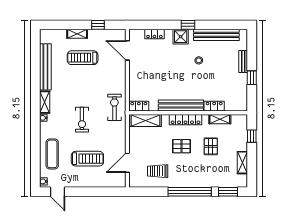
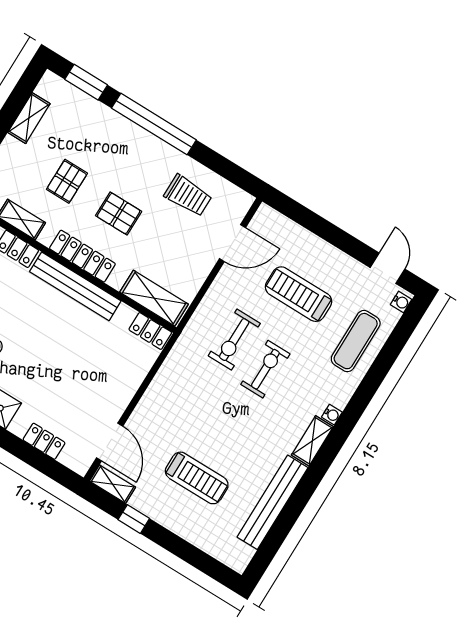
shelving: (77, 34) -> (112, 484), moved
exercise bike: (114, 107) -> (234, 340), moved

